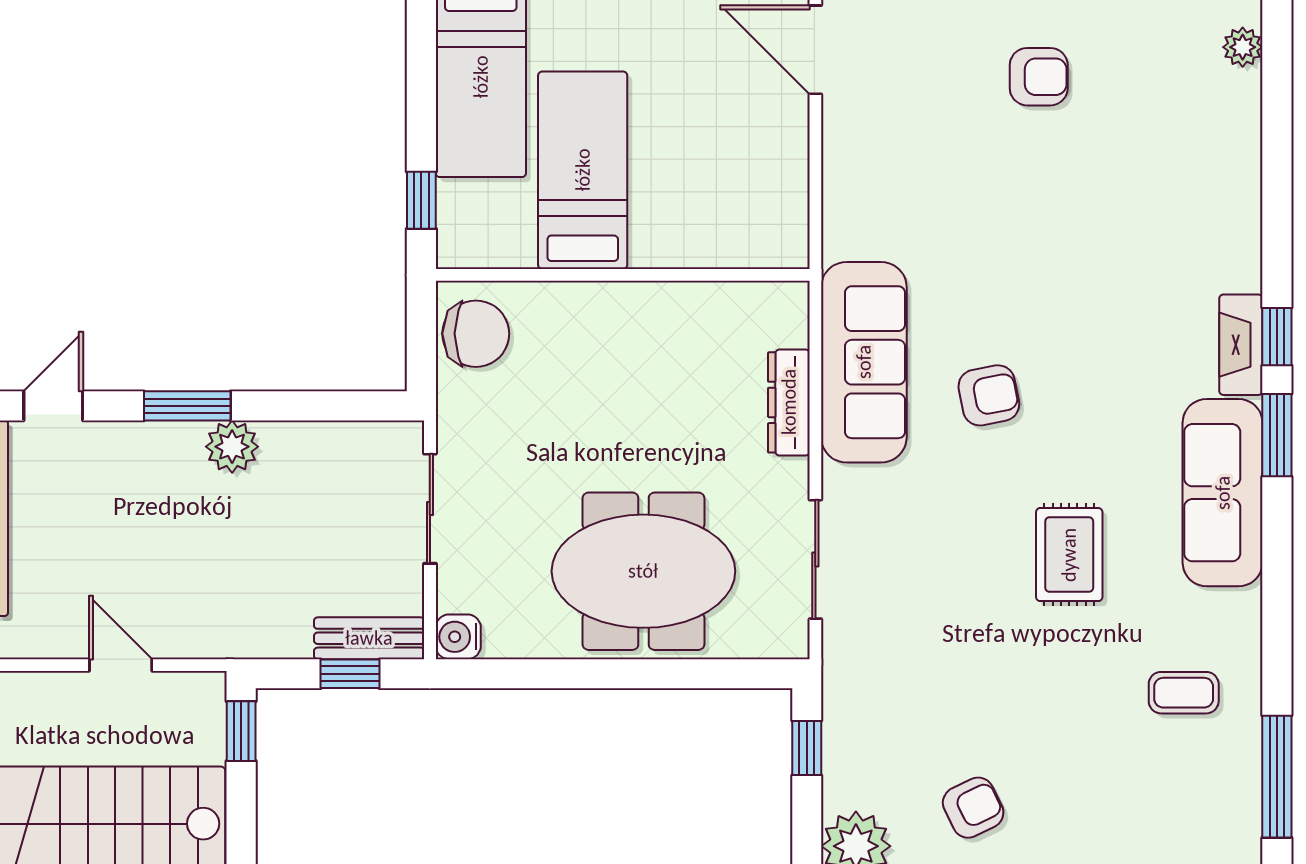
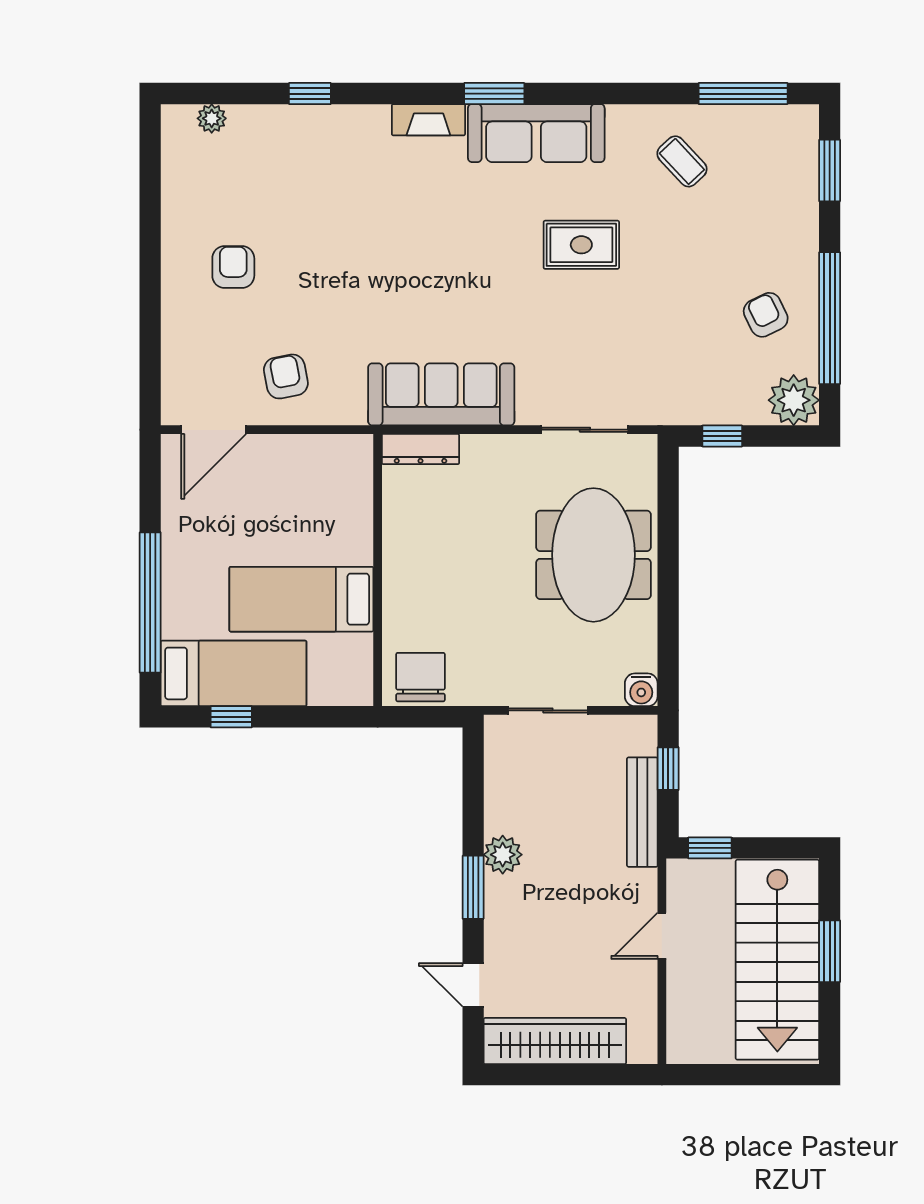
window: (421, 200) -> (231, 717), moved
window: (1277, 337) -> (310, 94), moved
armchair: (989, 395) -> (286, 376), moved
dresser: (789, 402) -> (420, 449), moved
bench: (369, 638) -> (642, 812), moved, width x1.36
coffee table: (1184, 693) -> (682, 161), turned -43

